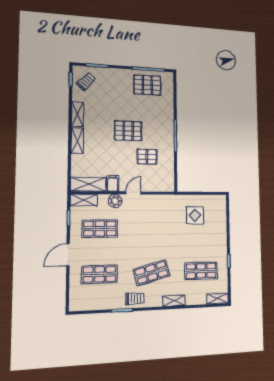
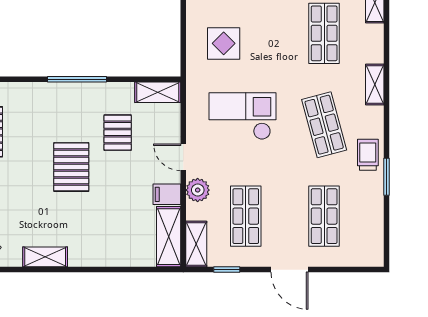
shelving: (77, 141) -> (158, 92), moved
checkout: (156, 226) -> (243, 116), added

